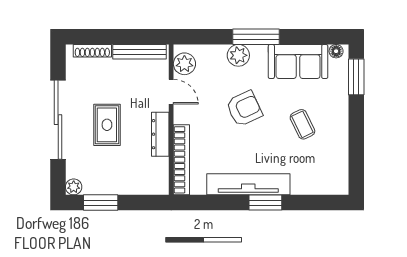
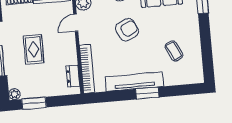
door: (171, 92) -> (76, 23), swing flipped
coffee table: (302, 124) -> (174, 51), moved
dresser: (160, 134) -> (73, 76), moved, width x0.70

